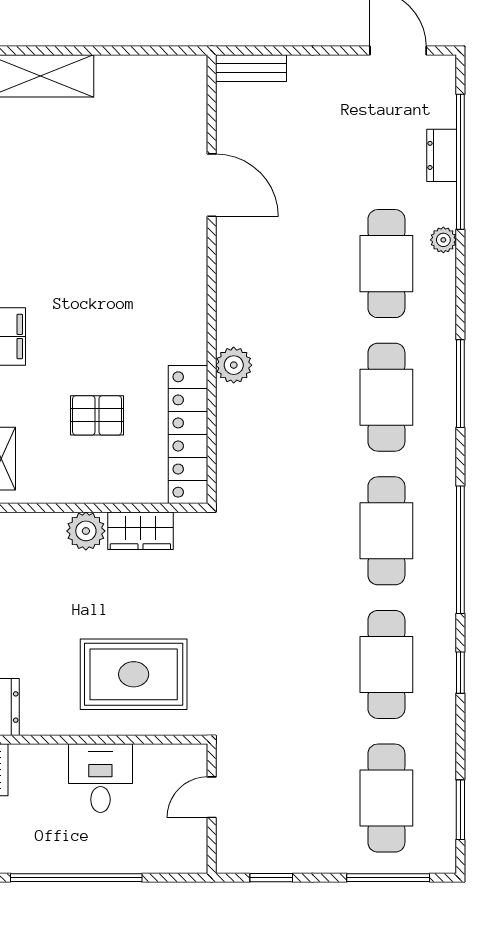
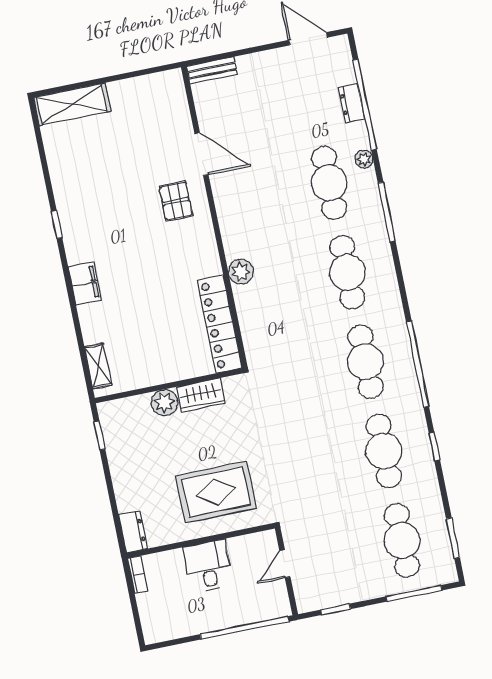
window: (460, 384) -> (387, 212), moved
pallet: (97, 415) -> (176, 201), moved, turned 90
window: (76, 878) -> (245, 628), moved

